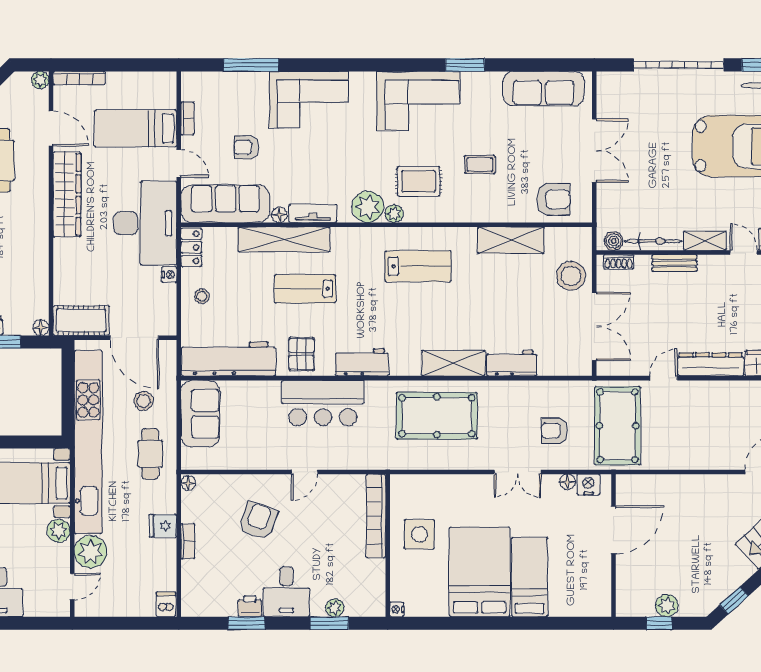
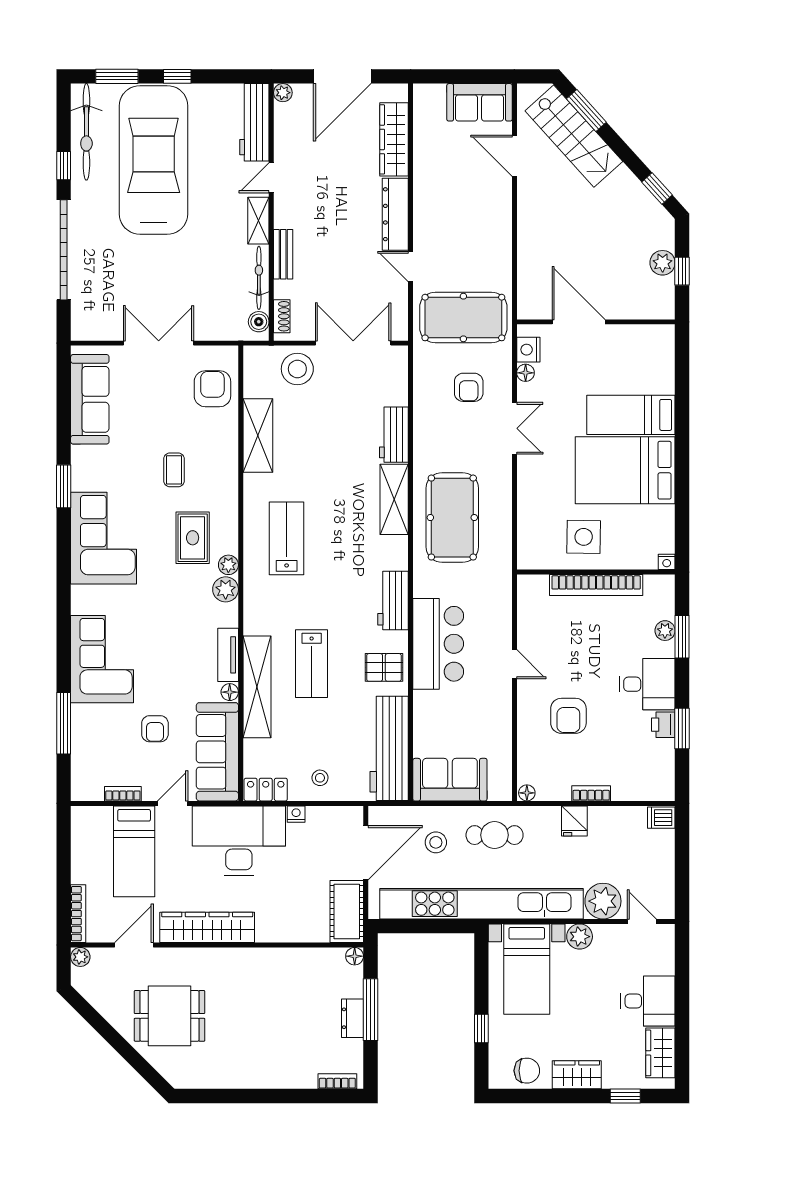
plant: (368, 207) -> (226, 589), width x0.73, depth x0.73
bookcase: (376, 516) -> (596, 585), moved
armchair: (258, 521) -> (568, 716), turned -109

